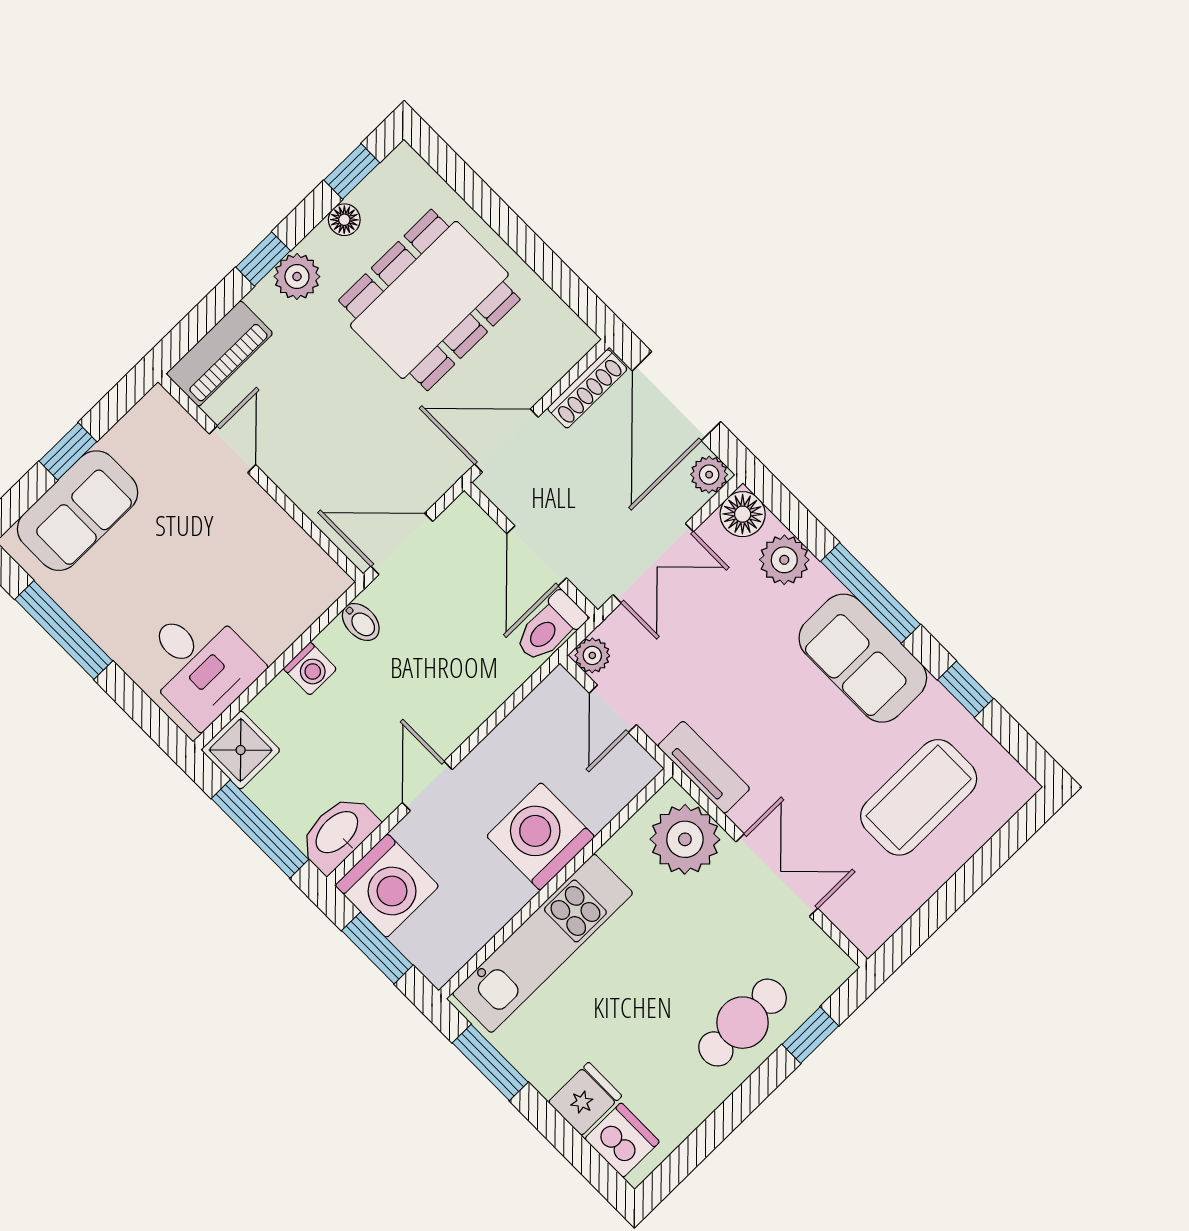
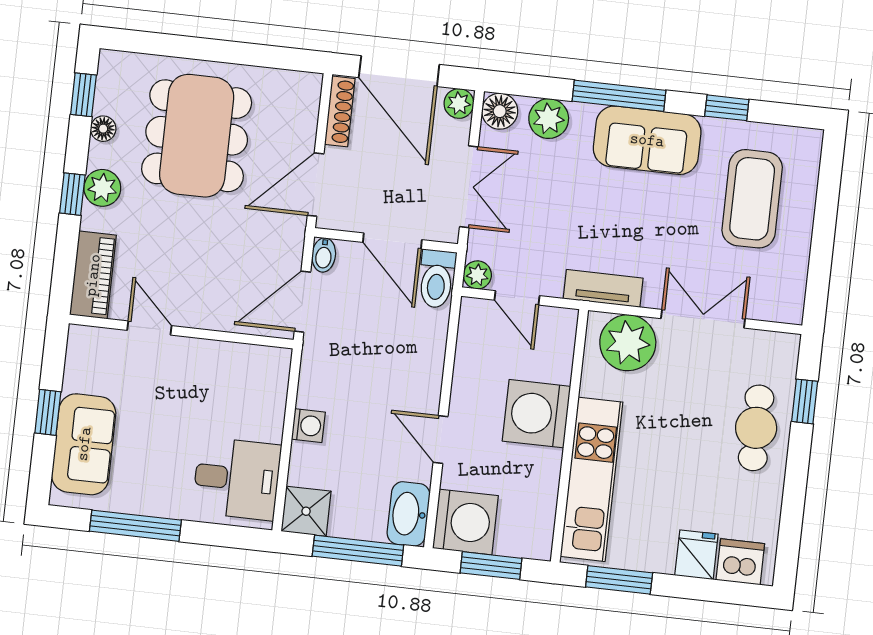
bidet: (361, 622) -> (324, 255), moved, turned 90

